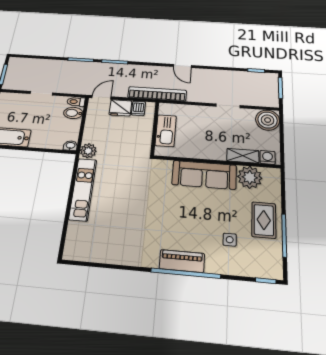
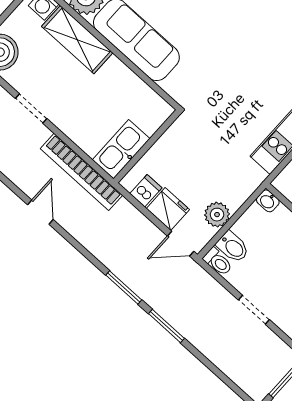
bookcase: (157, 94) -> (81, 172), moved
kitchen sink: (166, 131) -> (121, 149), moved
plant: (88, 151) -> (217, 215), moved
shelving: (243, 156) -> (77, 40), width x1.50, depth x1.33

